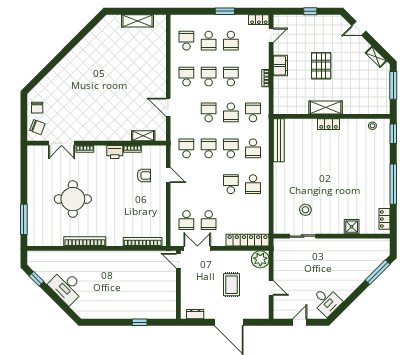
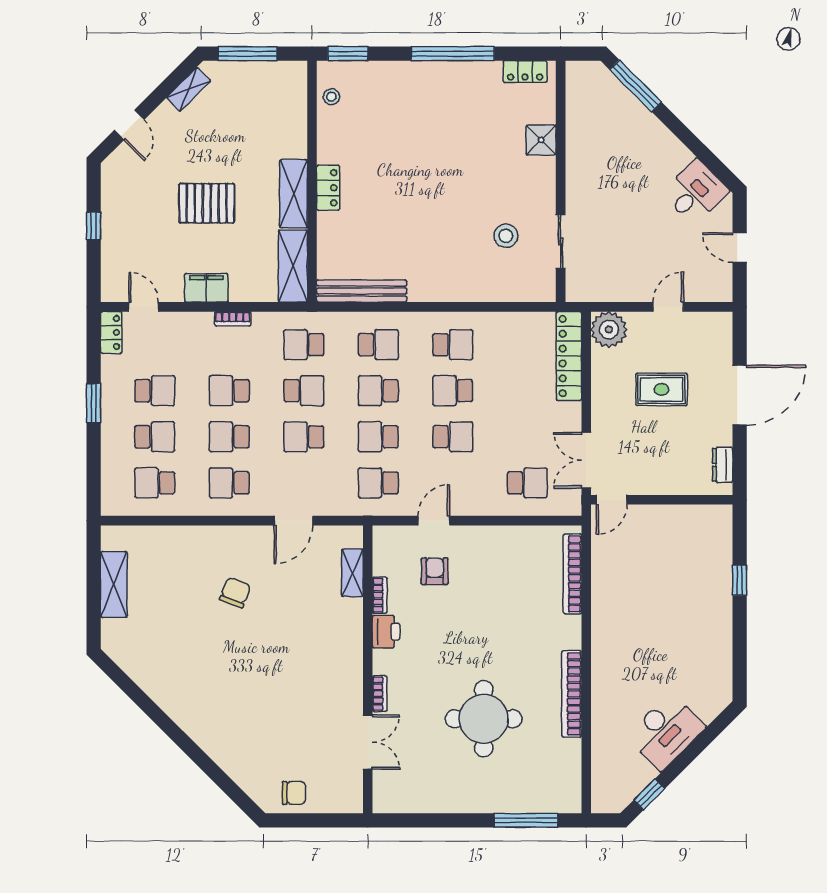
shelving: (291, 107) -> (293, 266), added
chair: (37, 127) -> (235, 593), moved
school desk: (209, 220) -> (453, 437), moved

